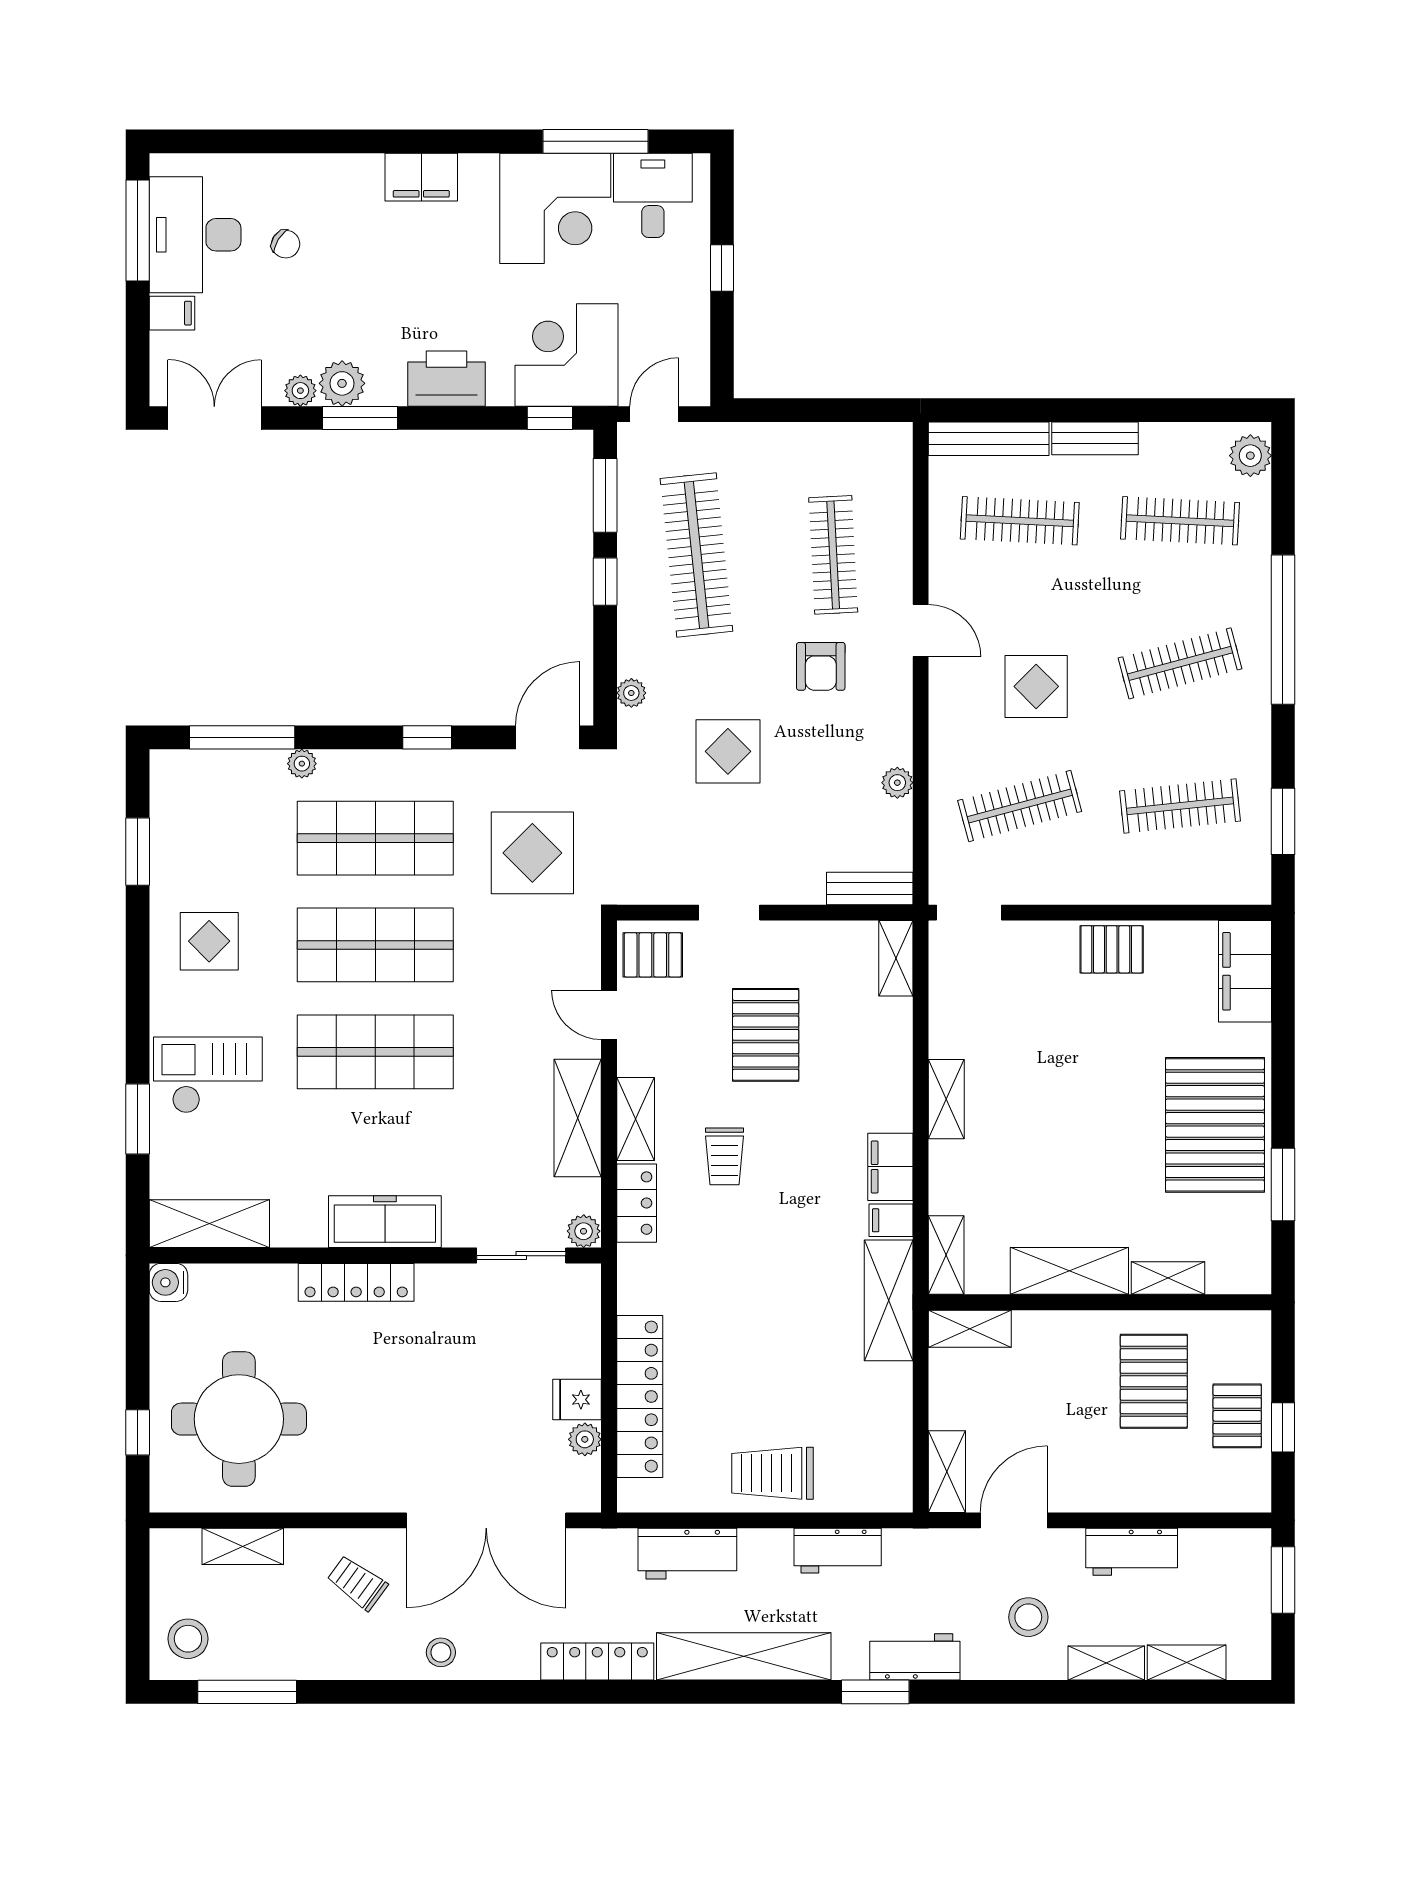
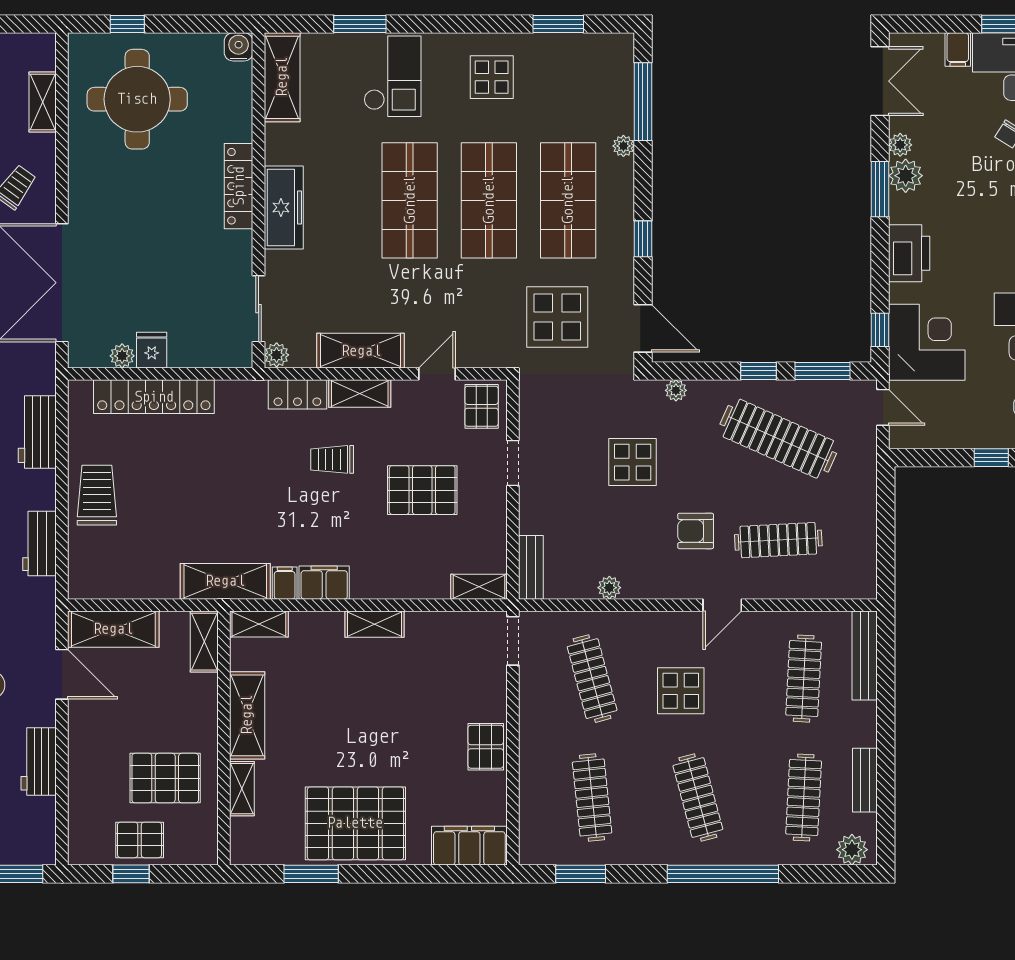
bench: (1095, 438) -> (865, 780), moved
clothes rail: (696, 555) -> (778, 439), turned 30
shelving: (947, 1472) -> (113, 629), width x1.50, depth x1.33

